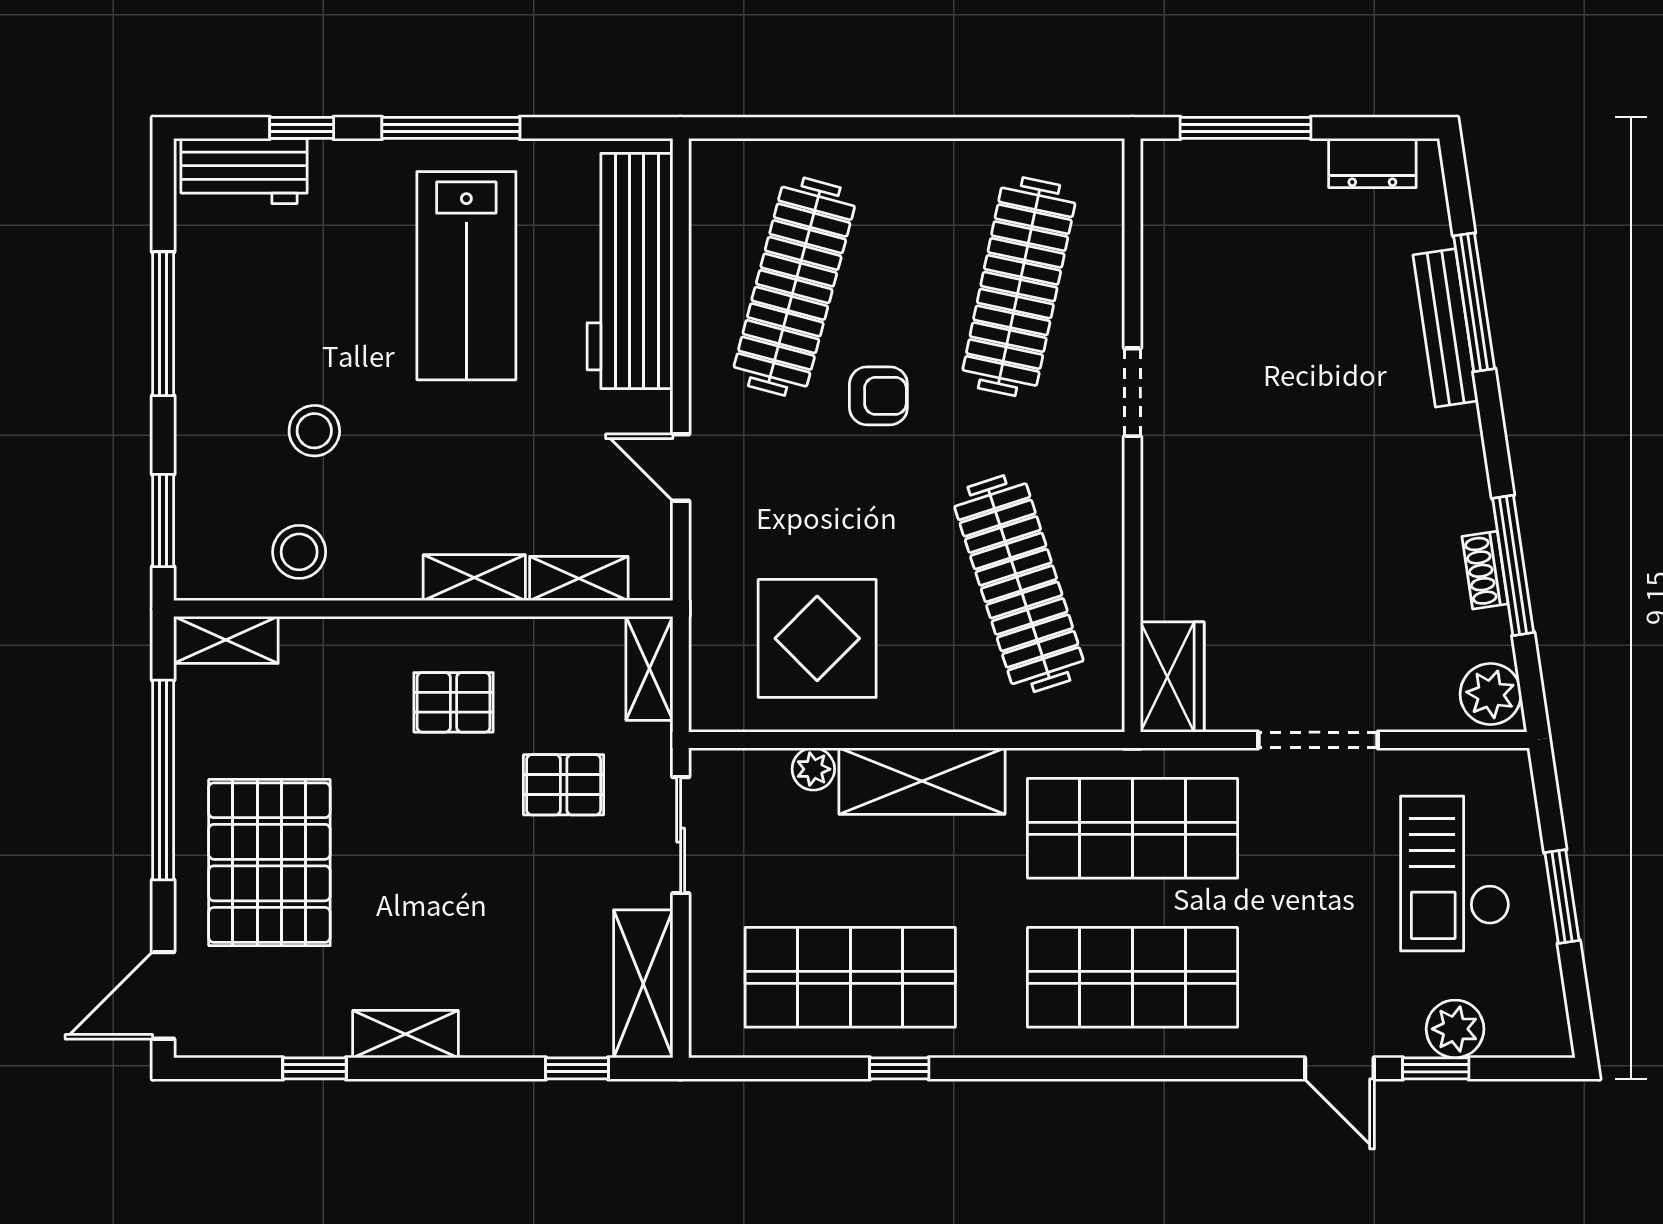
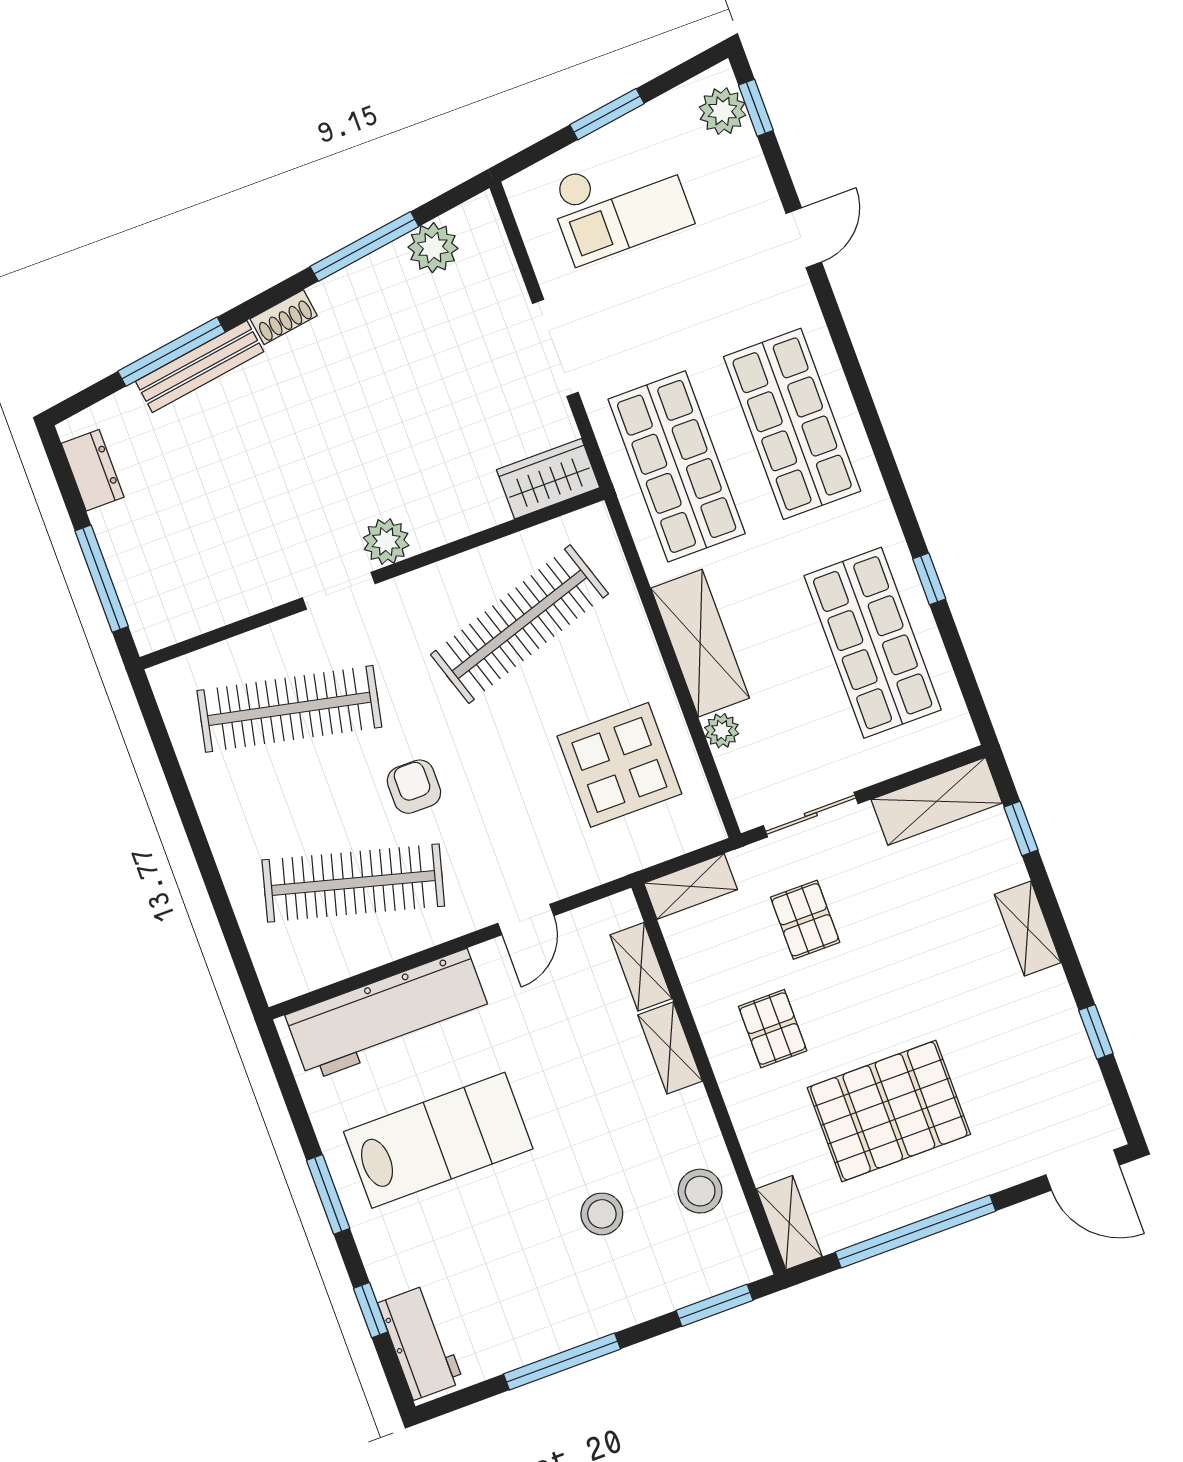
window: (451, 128) -> (328, 1194), width x0.69
plant: (1169, 467) -> (386, 542), added
shoe rack: (1485, 570) -> (284, 317), moved
plant: (1491, 694) -> (433, 248), moved
pallet: (269, 863) -> (889, 1111), moved
plant: (1455, 1029) -> (722, 111), moved
shelving: (406, 1034) -> (1028, 928), moved
window: (1436, 1068) -> (756, 108), moved

